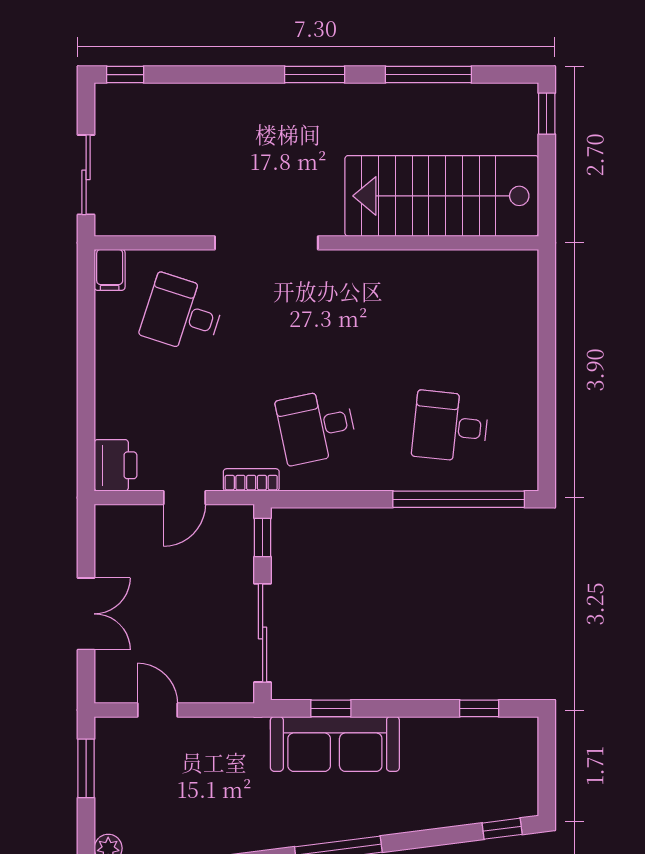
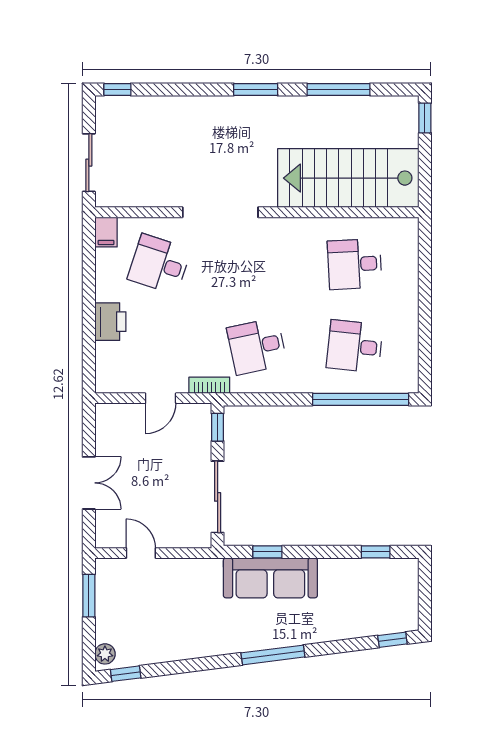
desk: (450, 314) -> (355, 264), added
printer: (116, 465) -> (110, 322), moved

